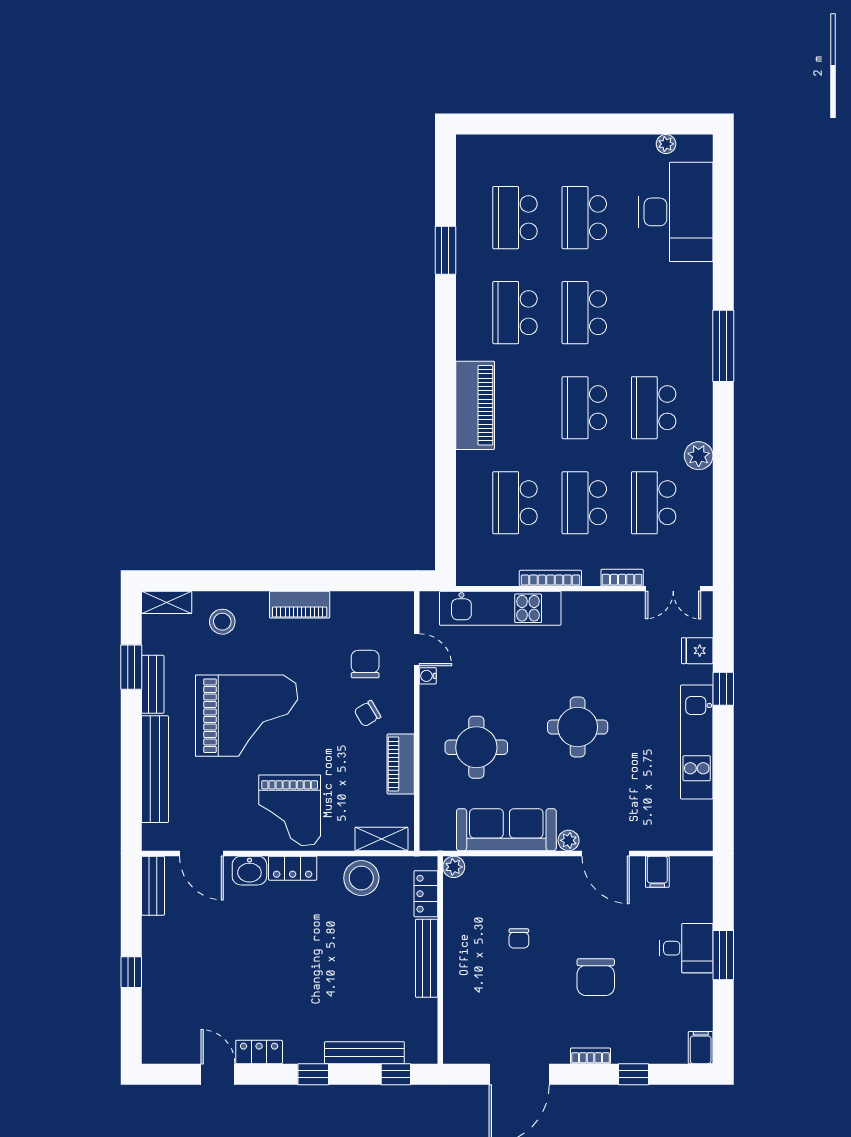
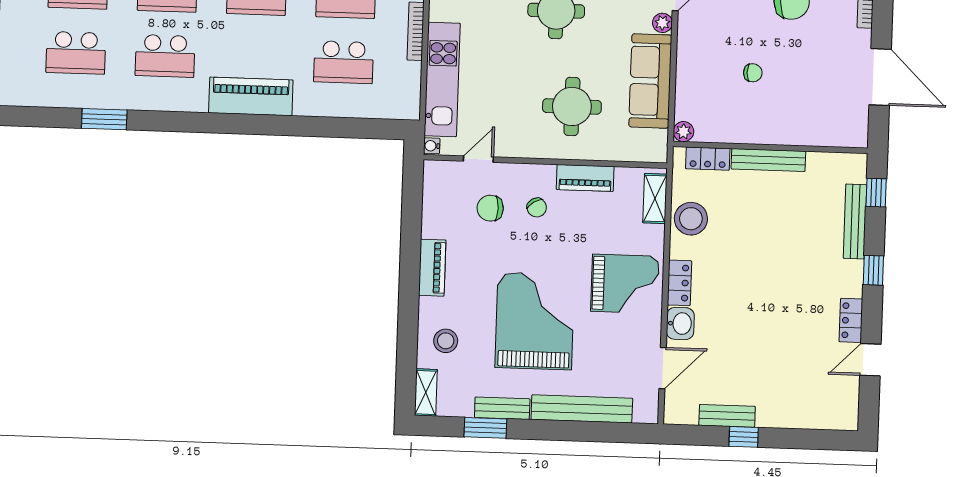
water cooler: (428, 676) -> (432, 146), moved, turned 90
bench: (153, 886) -> (727, 416), moved
window: (131, 972) -> (744, 437), moved

